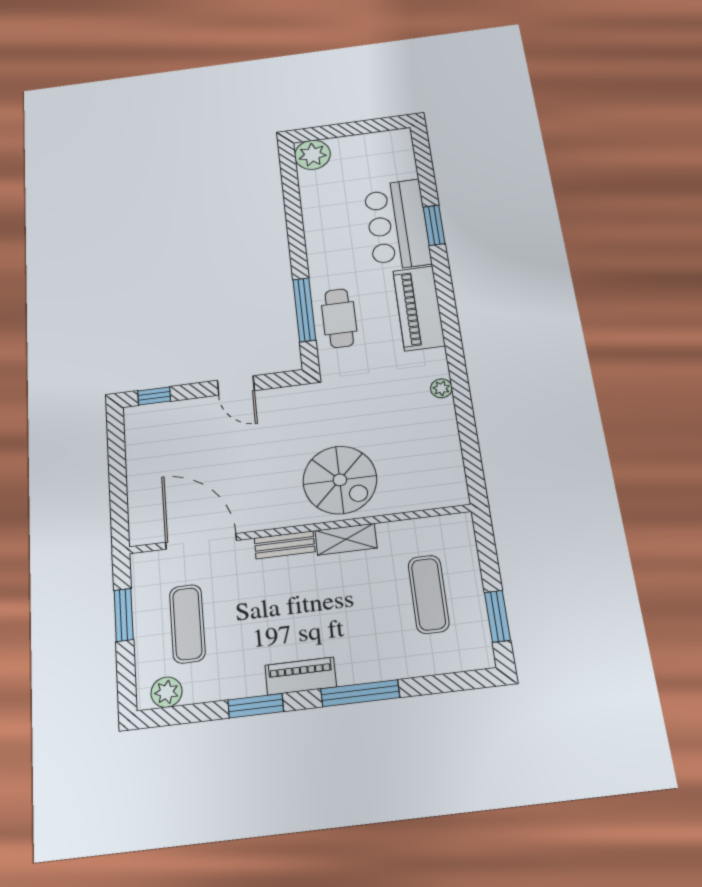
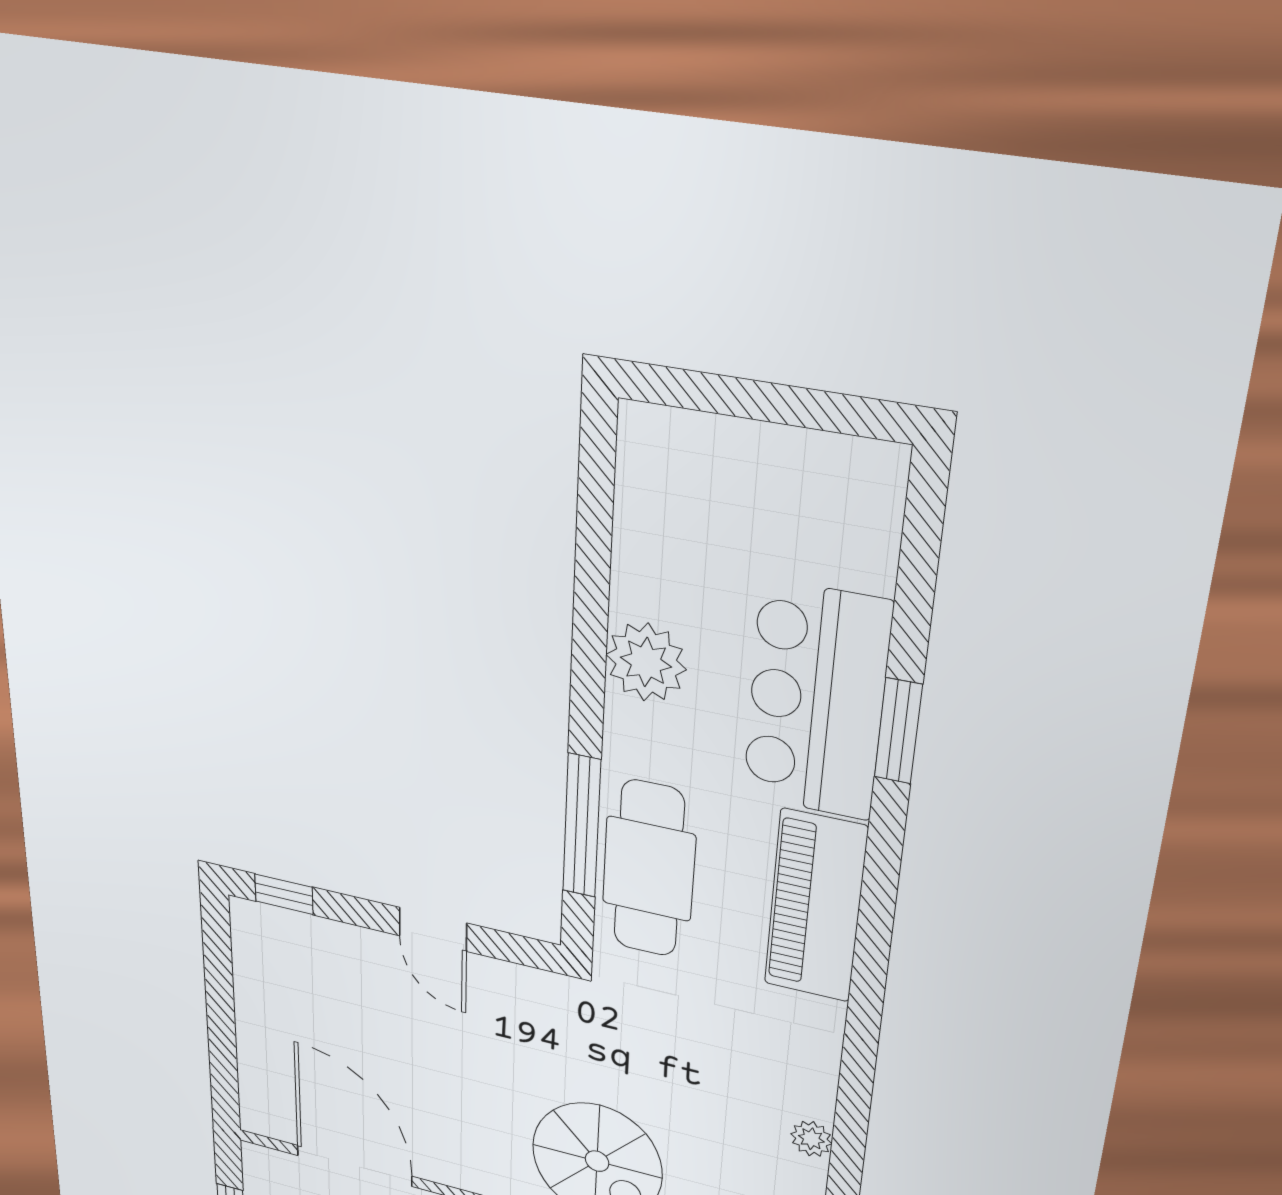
plant: (312, 155) -> (646, 662), moved
cafe table: (339, 318) -> (649, 869), width x1.37, depth x1.35
plant: (441, 388) -> (811, 1139), moved

